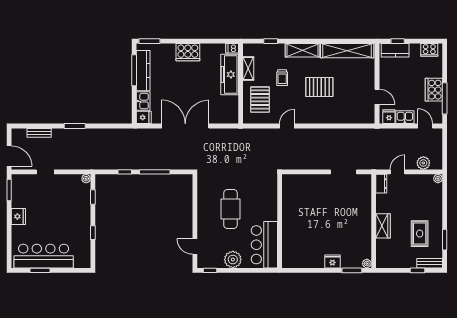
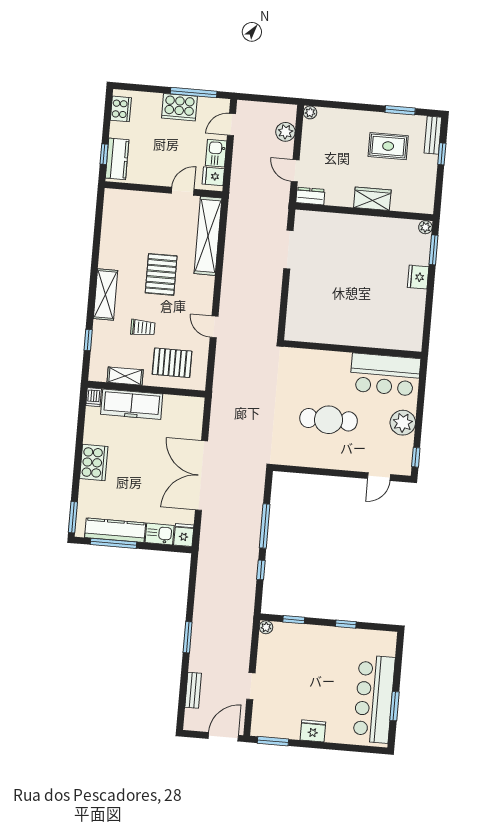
shelving: (347, 51) -> (208, 236), moved

